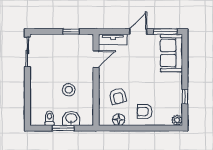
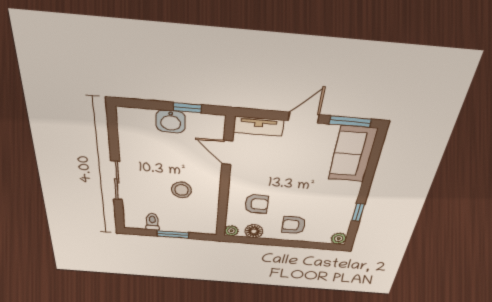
sliding door: (27, 52) -> (117, 181), moved
door: (96, 59) -> (227, 153), swing flipped
armchair: (118, 96) -> (256, 204), turned -76
washbasin: (71, 118) -> (171, 121), moved, turned 180
plant: (103, 121) -> (231, 231), added

